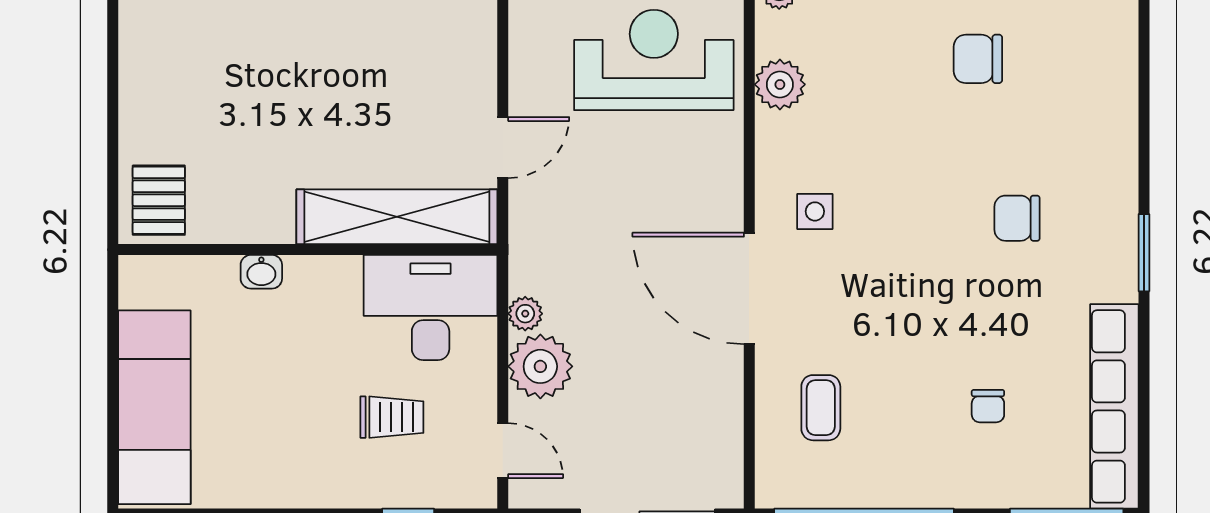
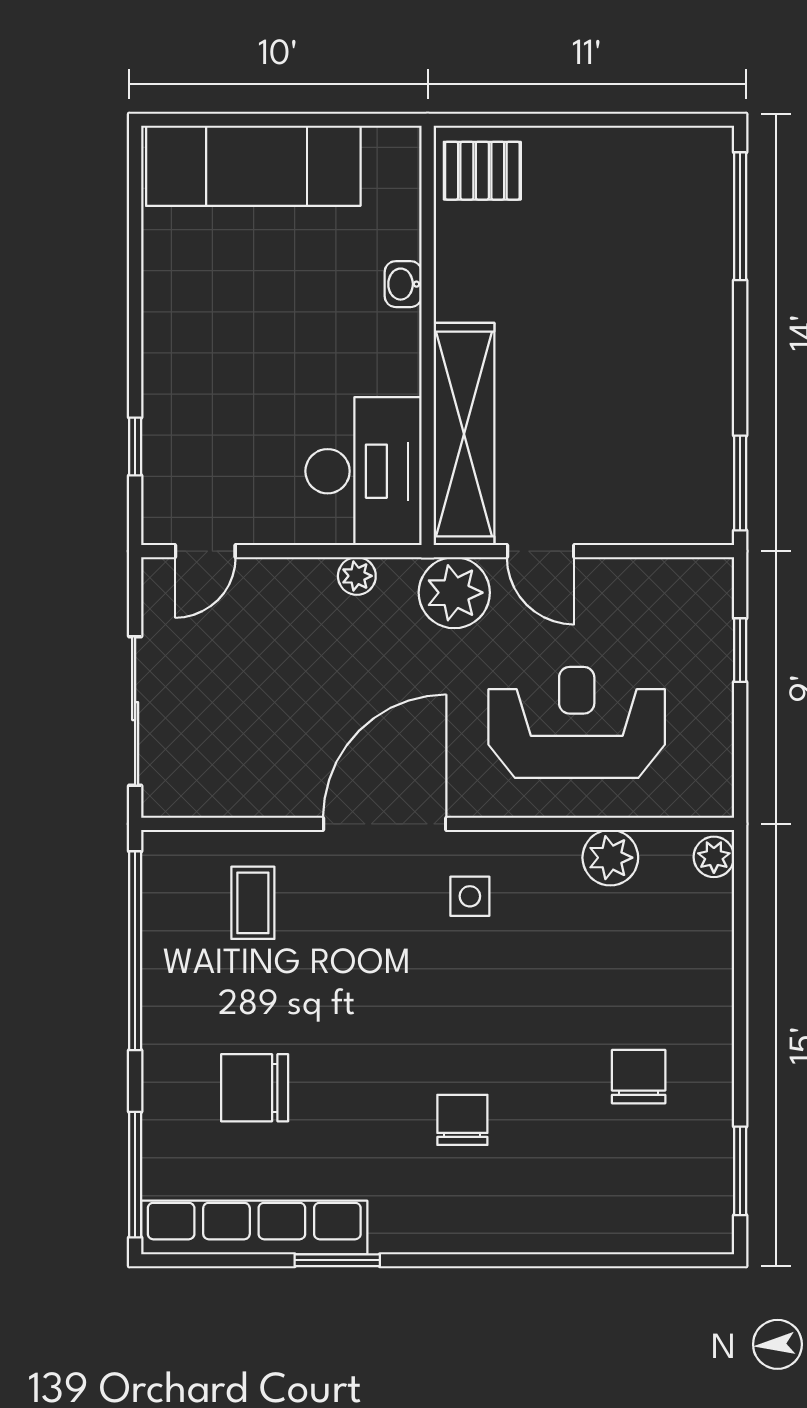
reception desk: (654, 60) -> (577, 722), moved, turned -90
window: (1144, 253) -> (337, 1260), moved
plant: (540, 366) -> (454, 593), moved
chair: (988, 406) -> (255, 1088), width x1.87, depth x1.87
coffee table: (821, 408) -> (253, 903), turned 90
trolley: (392, 417) -> (242, 429), removed

